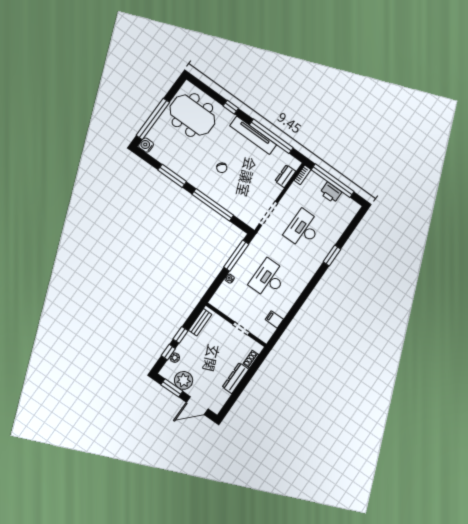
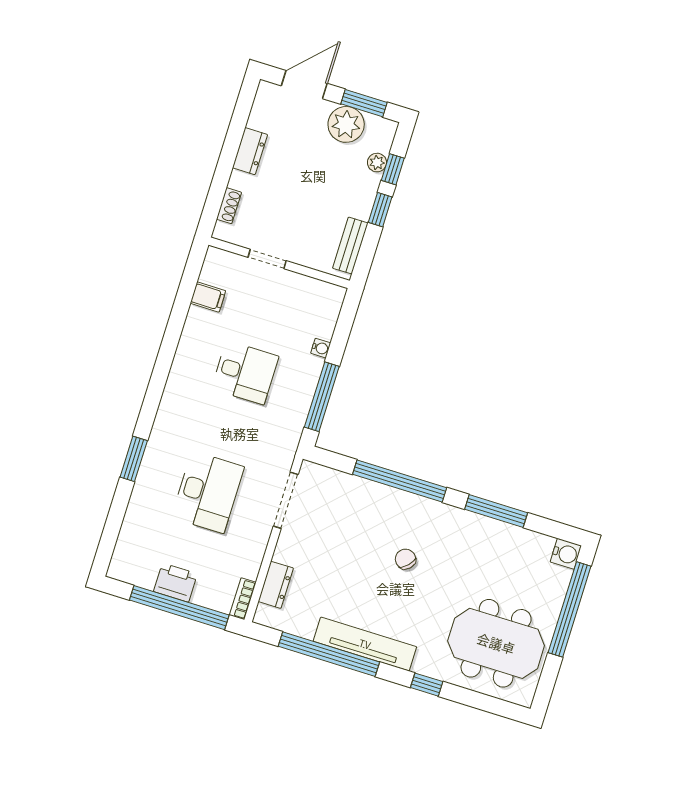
desk: (268, 279) -> (245, 373), width x0.73
dresser: (236, 378) -> (250, 151), width x0.70

